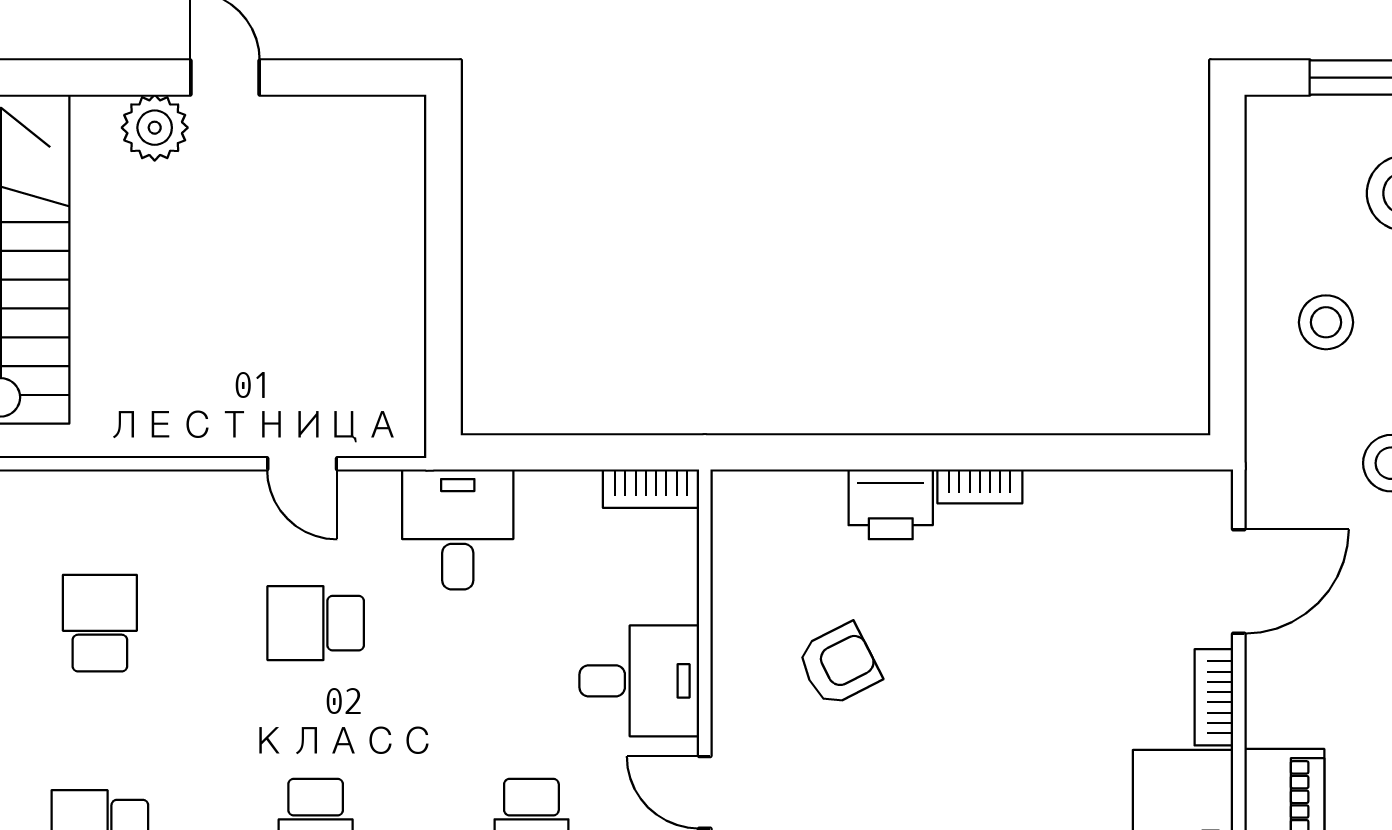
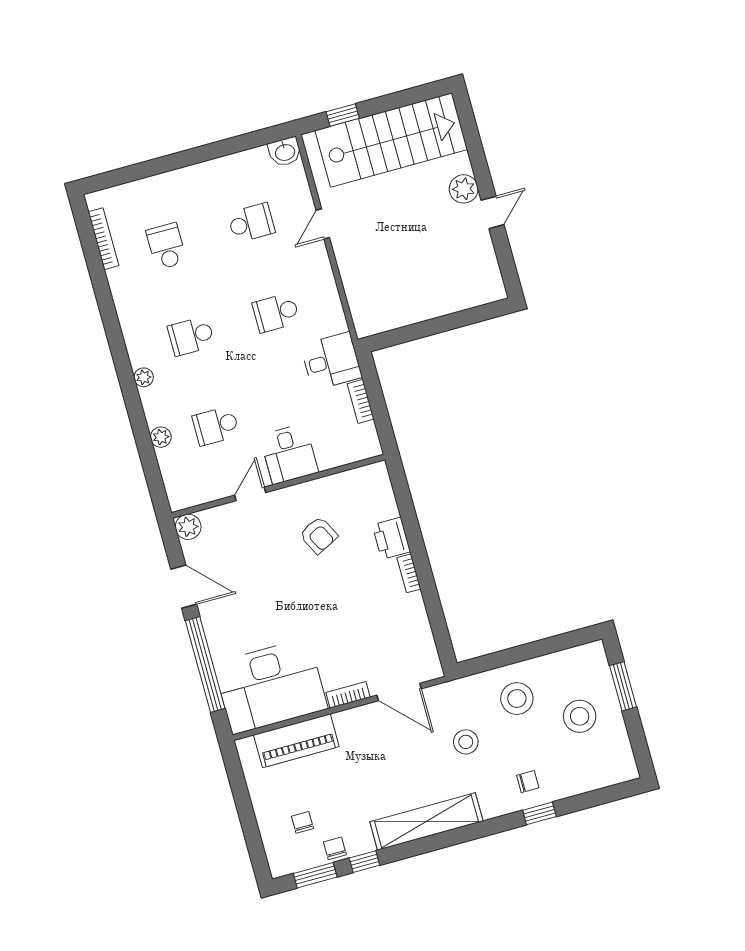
stool: (1326, 322) -> (517, 699), width x1.38, depth x1.38
door: (302, 464) -> (323, 224), moved
bookcase: (651, 489) -> (361, 401), moved
school desk: (316, 623) -> (276, 313), turned -90

